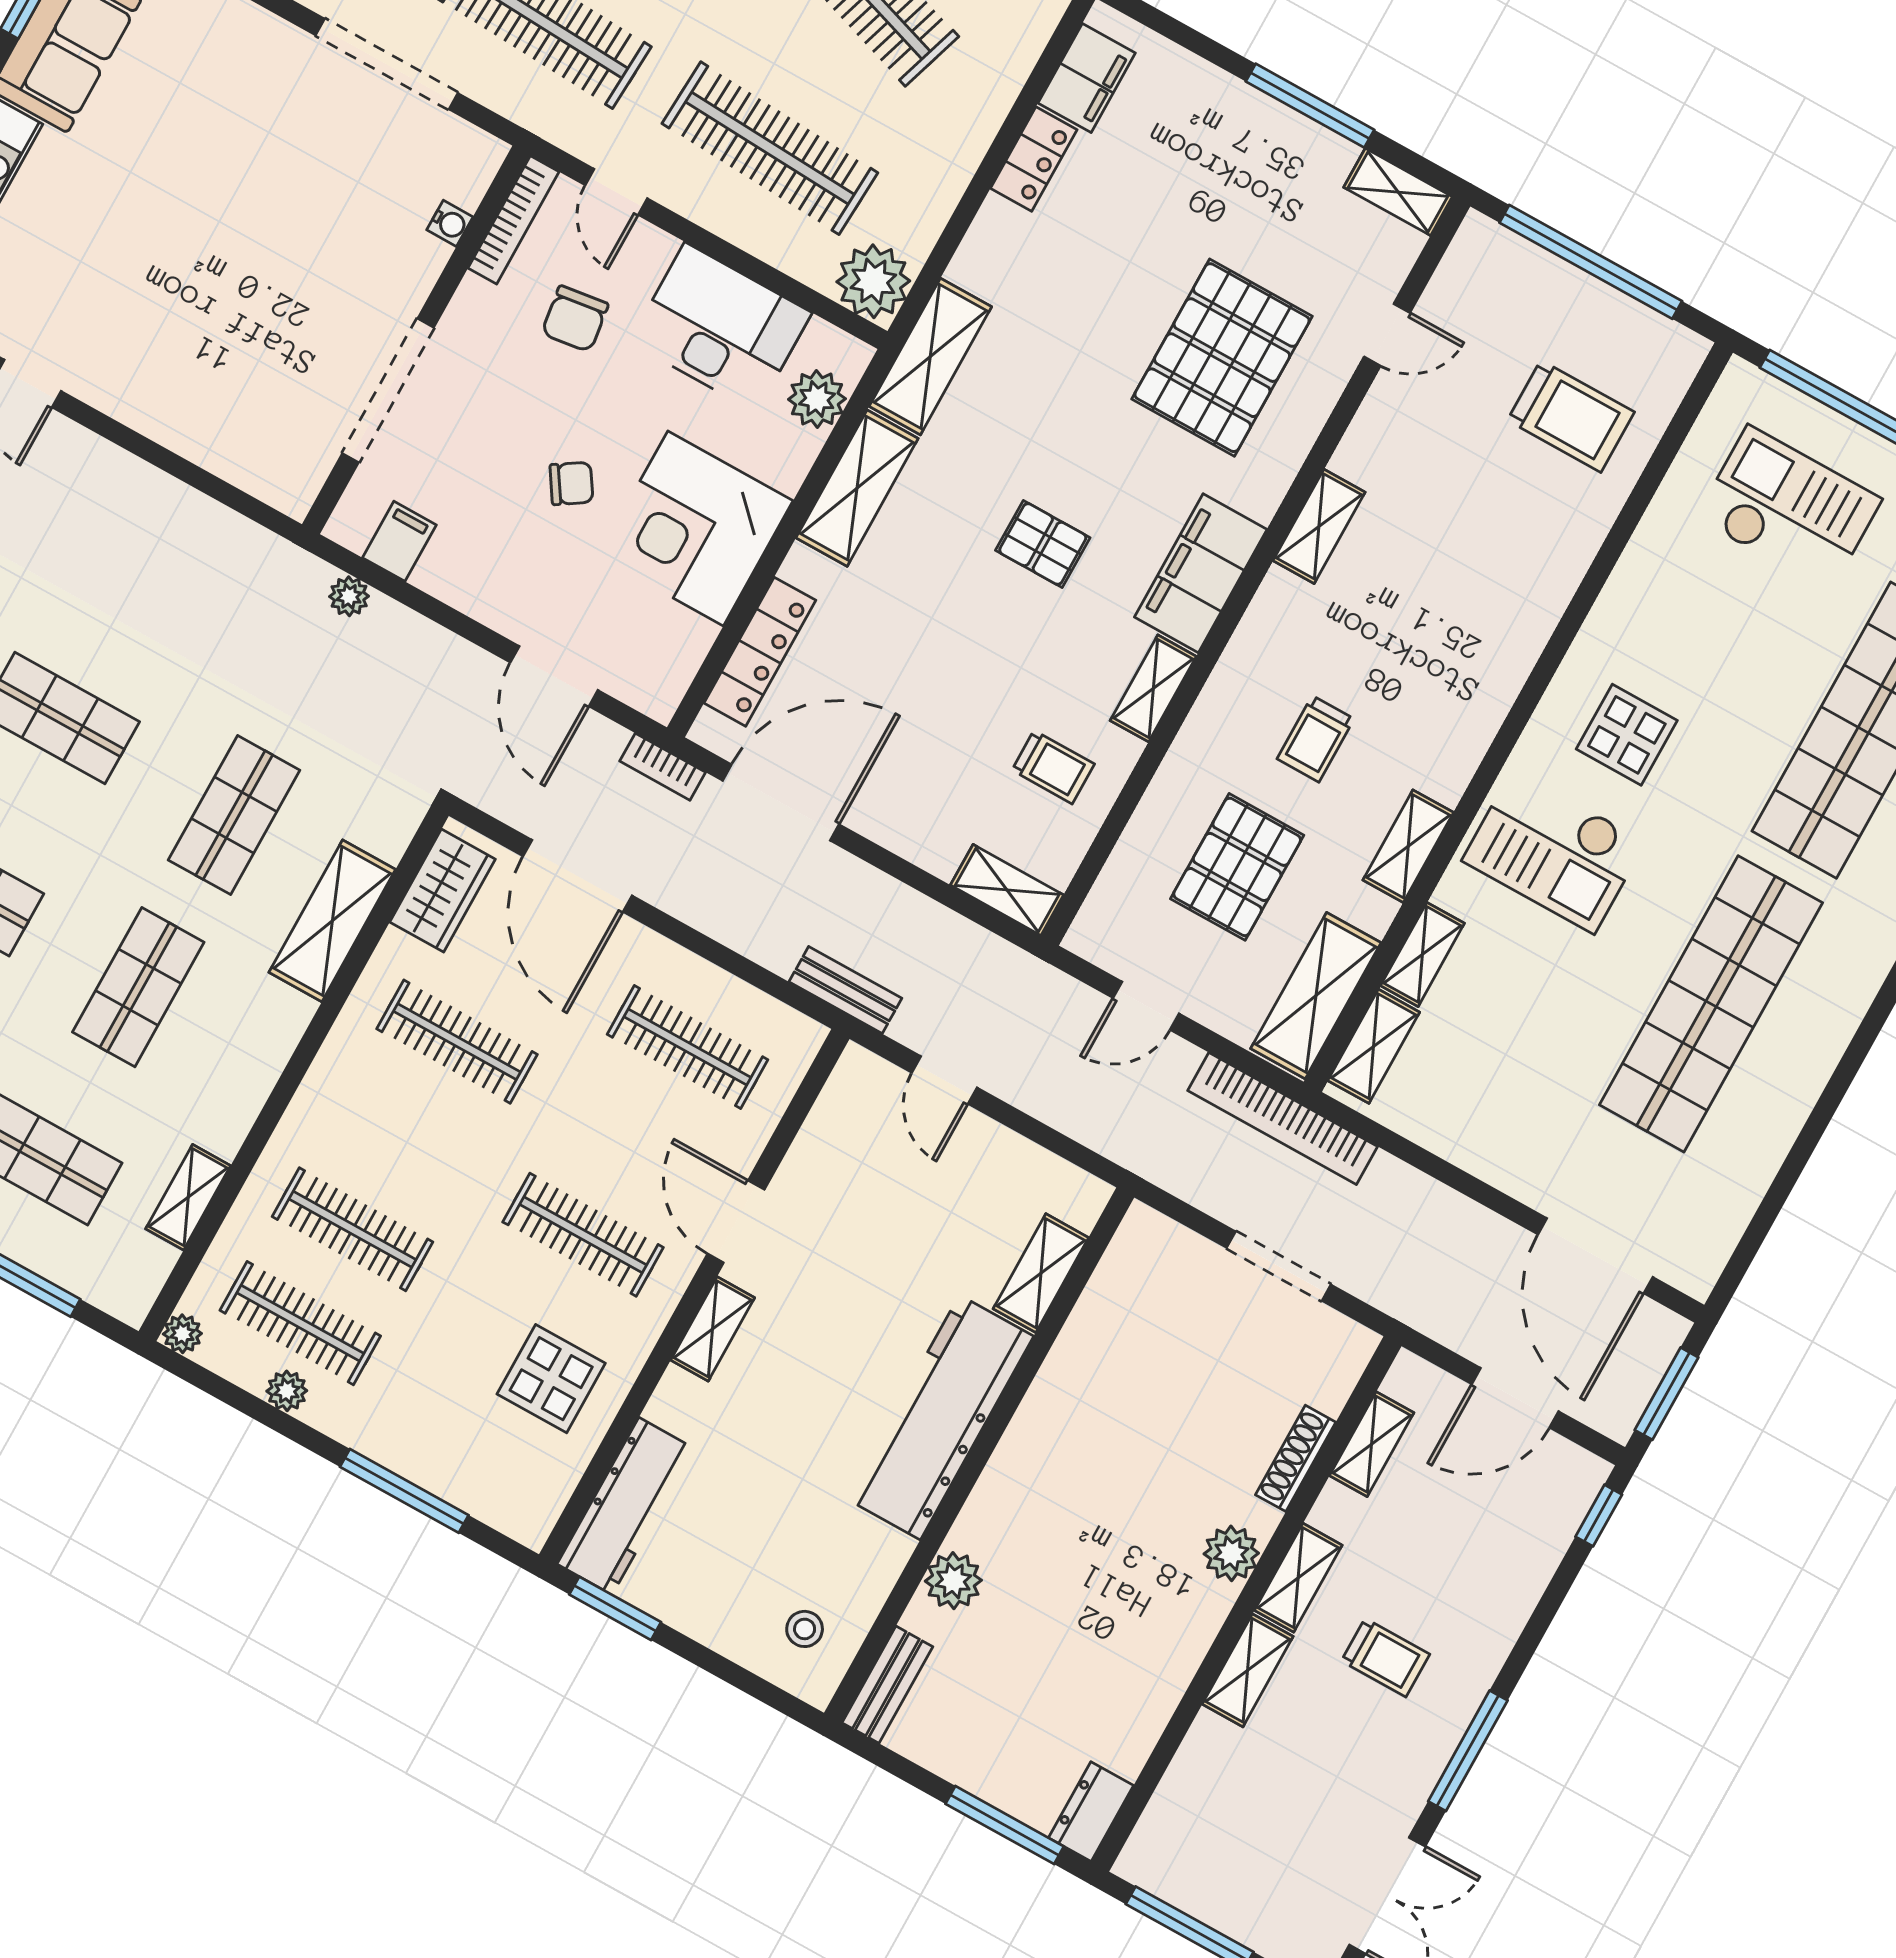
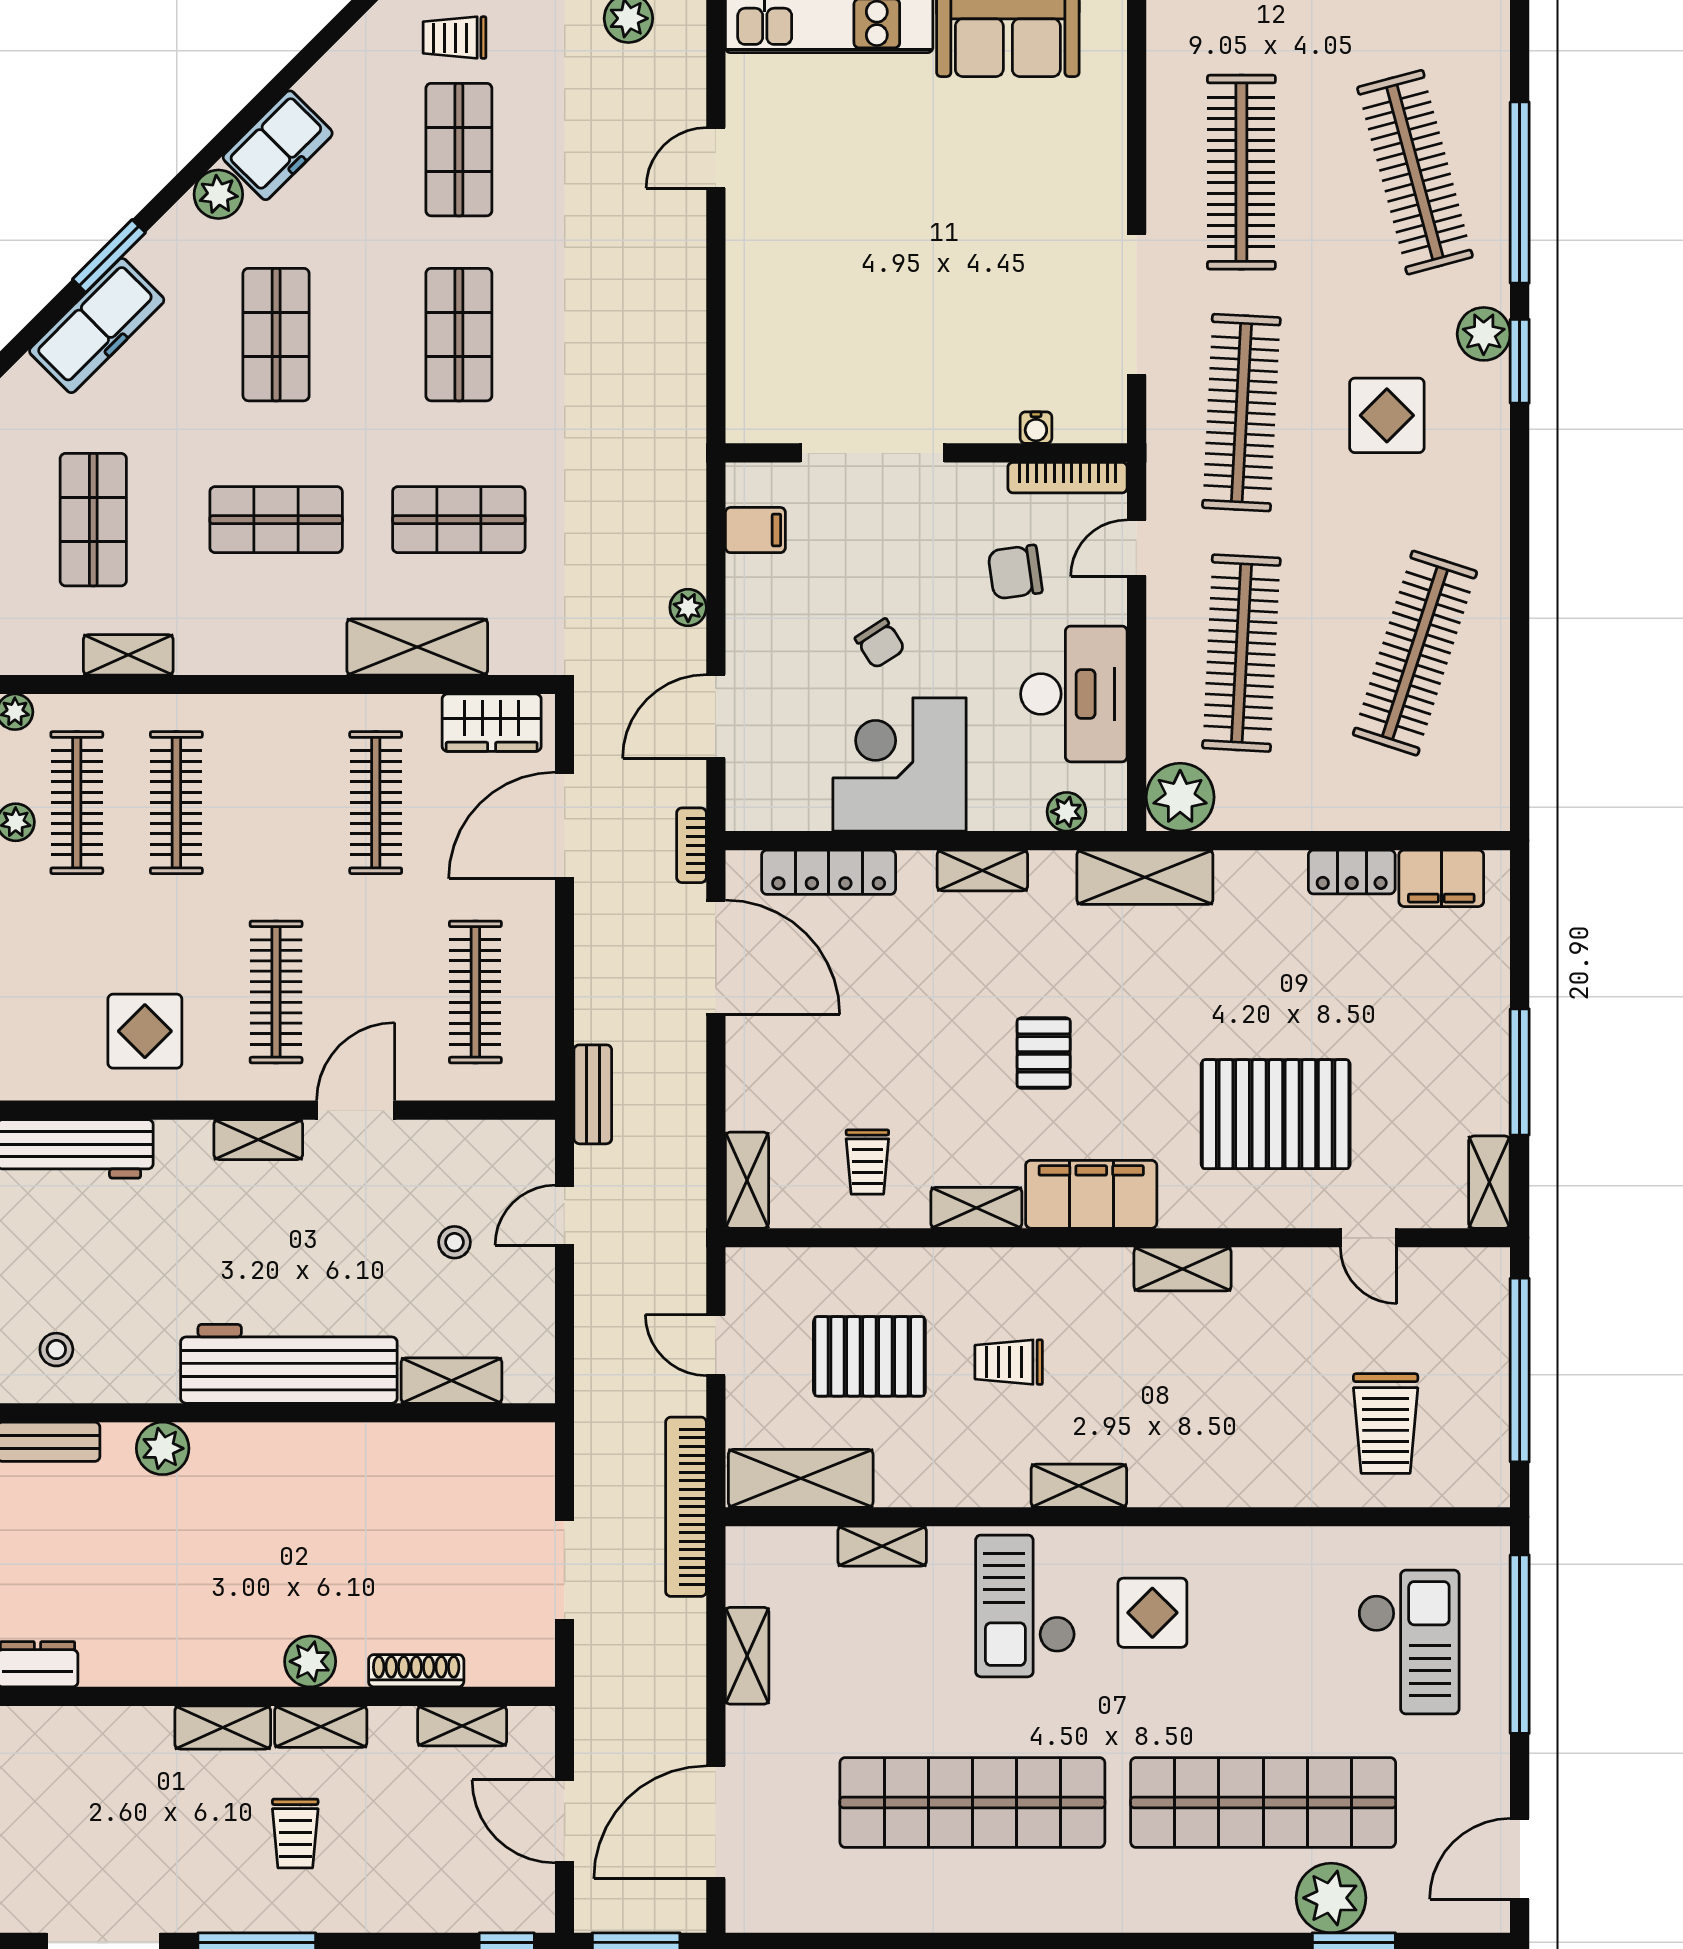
plant: (817, 399) -> (1066, 812), width x0.73, depth x0.73
shelving: (857, 488) -> (982, 870), width x0.67, depth x0.75
plant: (349, 596) -> (688, 607), moved
shelving: (1408, 846) -> (1079, 1486), moved
shelving: (1374, 1046) -> (747, 1656), moved, turned 90
stool: (912, 1198) -> (454, 1242), added

